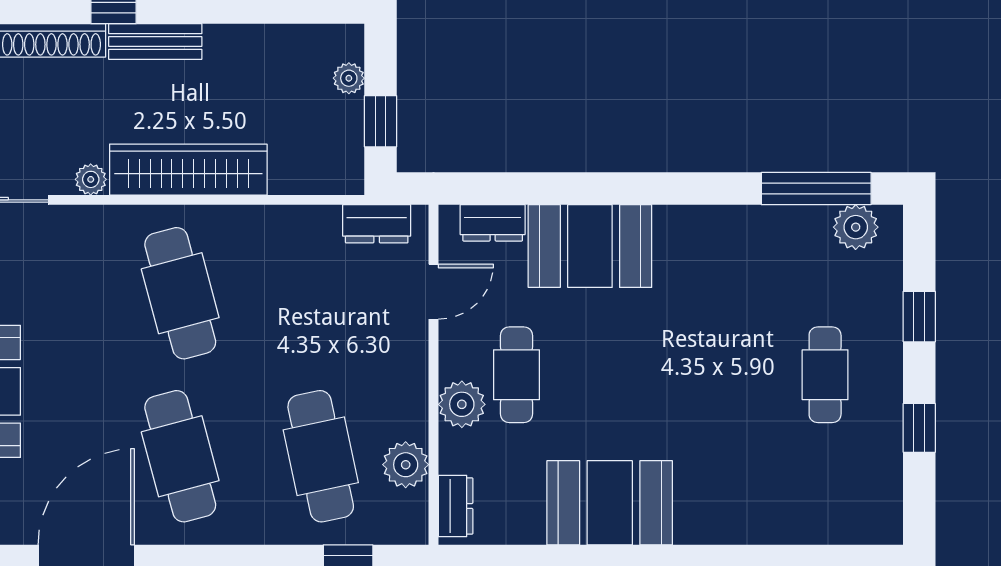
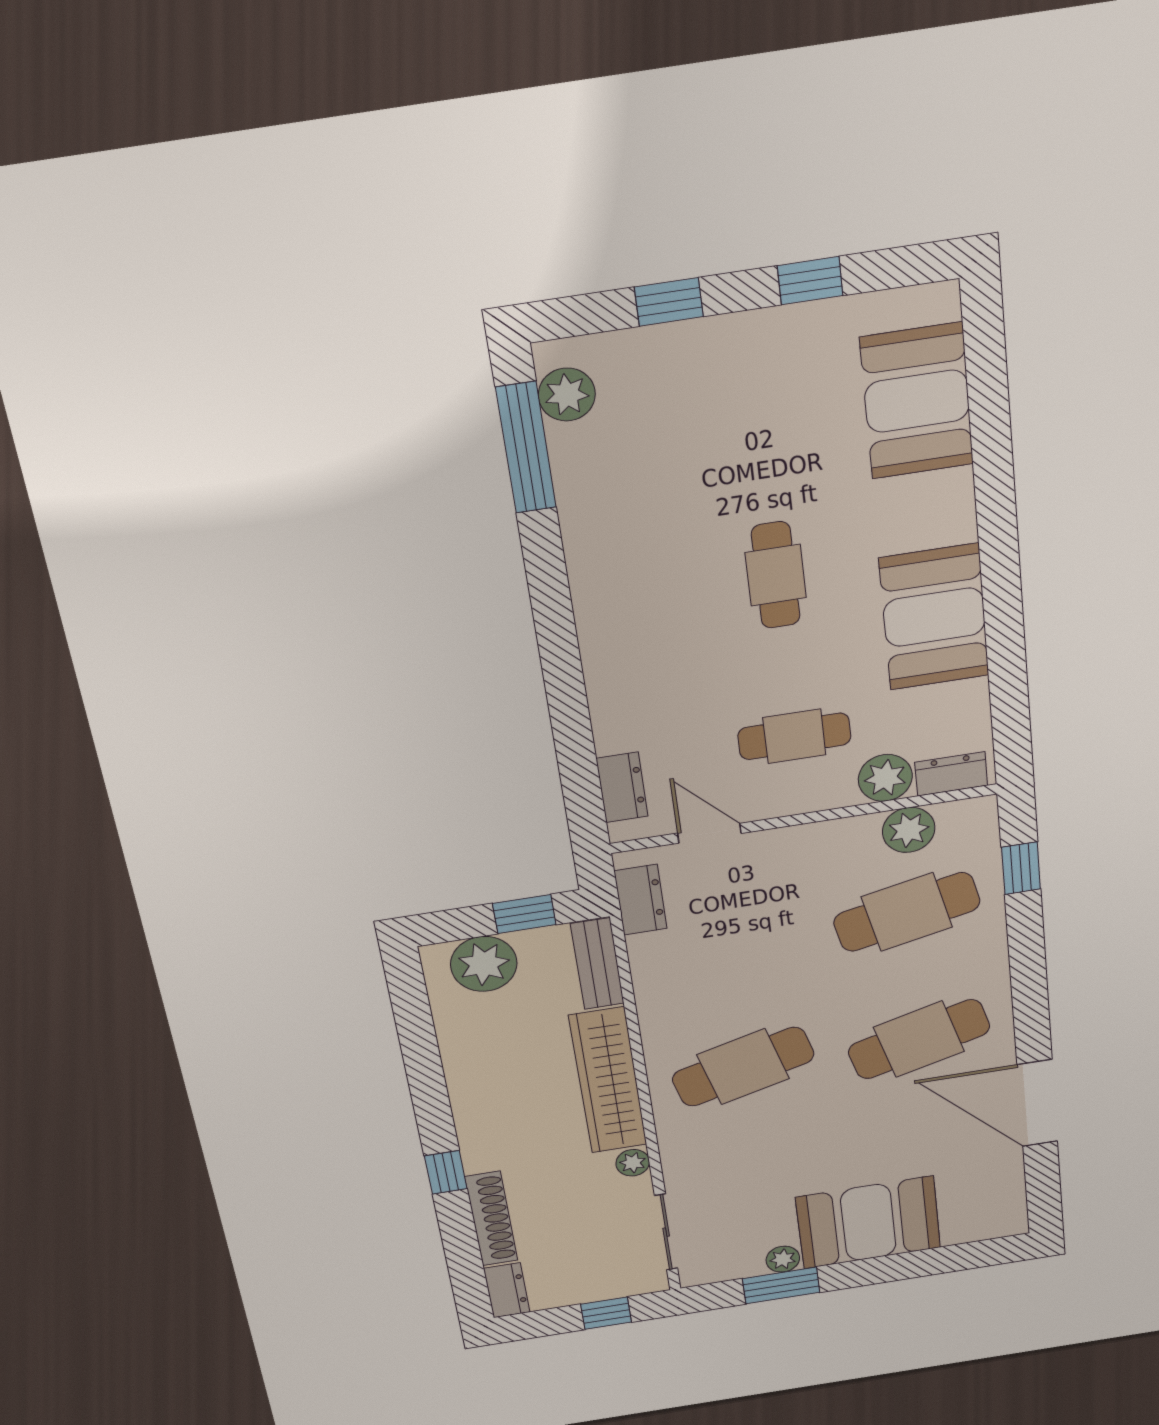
bench: (155, 41) -> (597, 964), moved
plant: (349, 78) -> (484, 964), width x1.88, depth x1.88
booth: (590, 246) -> (917, 401), moved
cafe table: (825, 375) -> (776, 575), moved, turned 90
plant: (462, 404) -> (885, 778), moved

